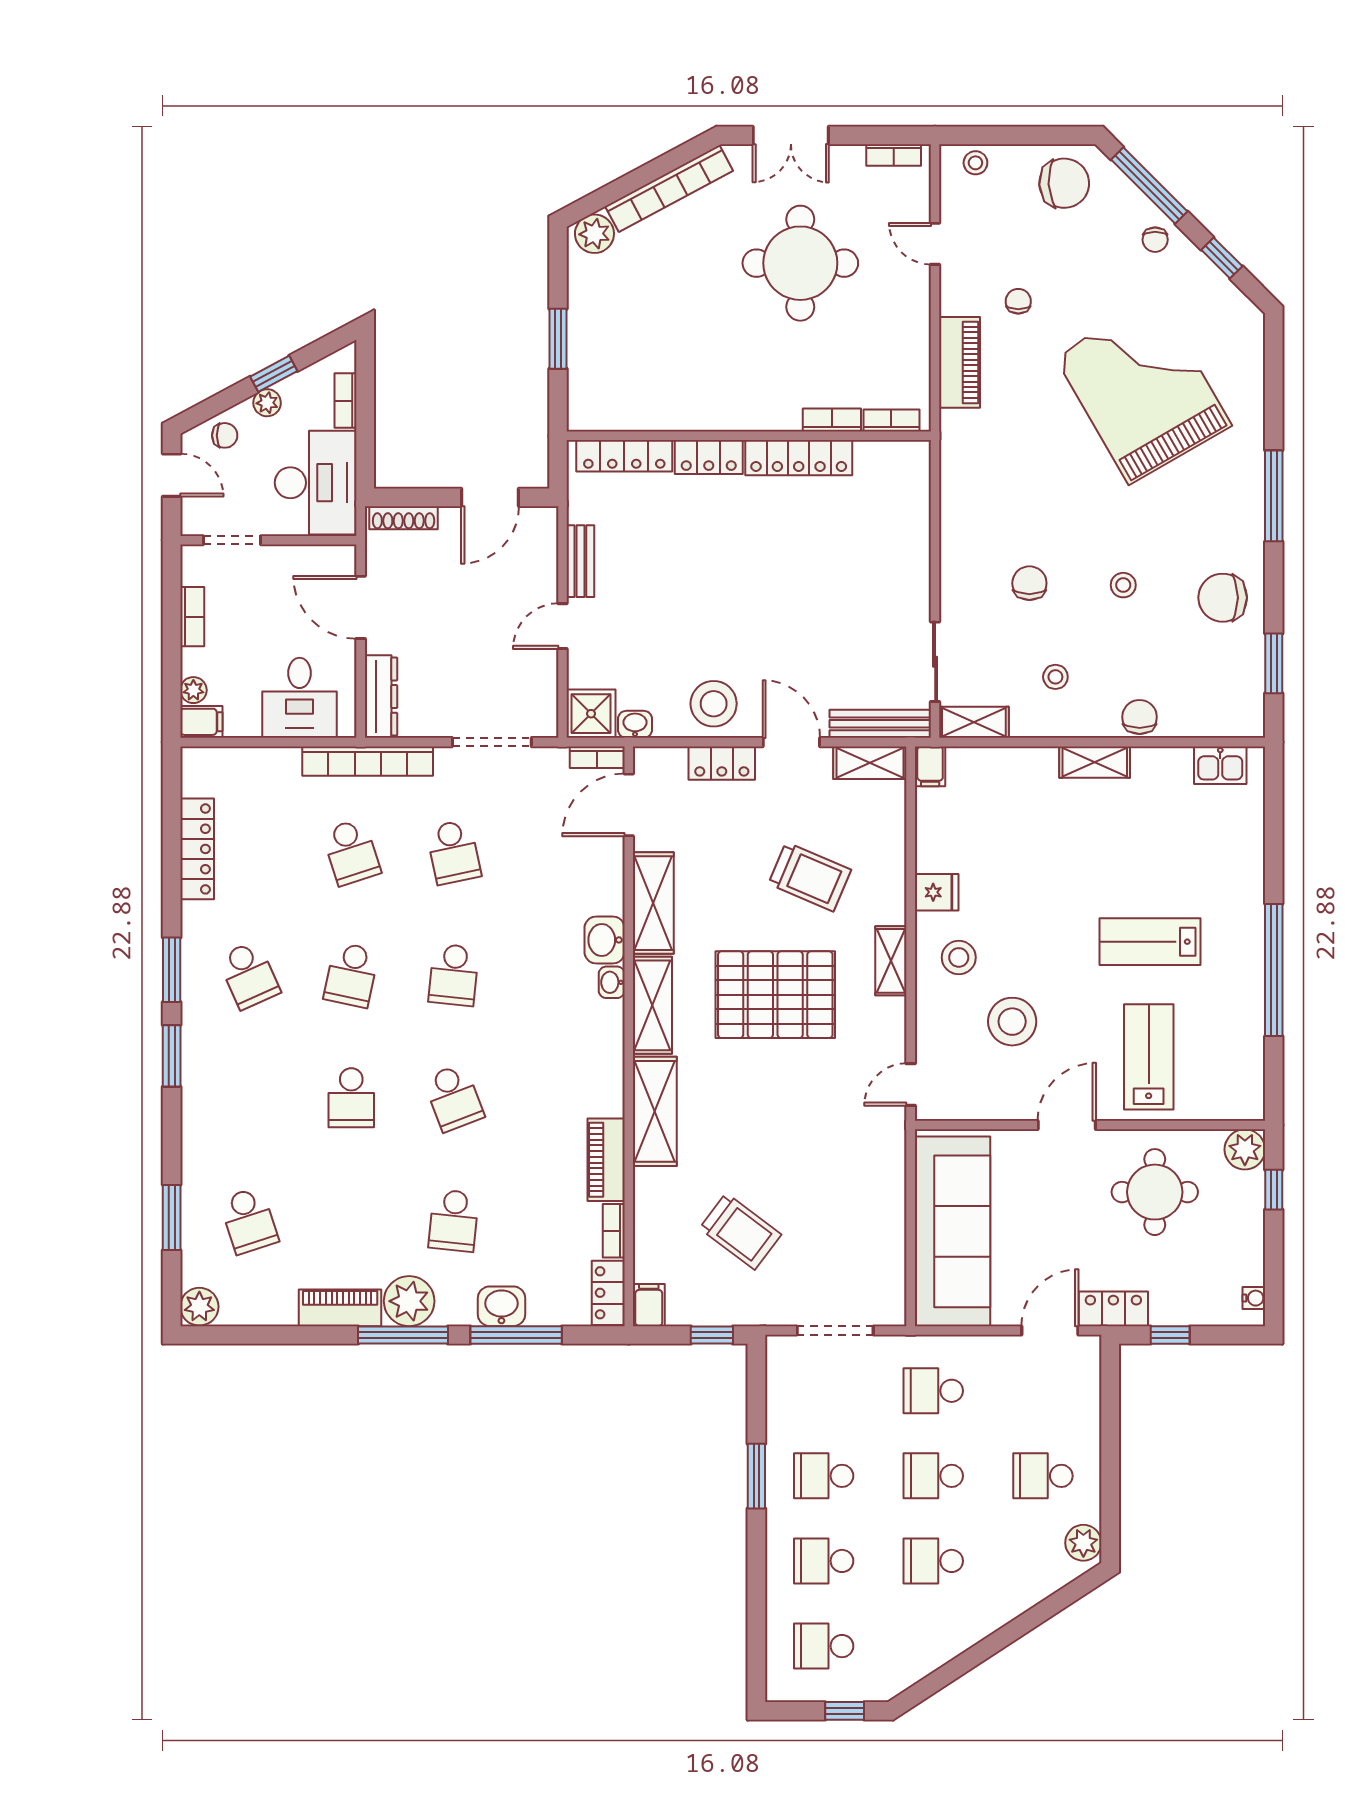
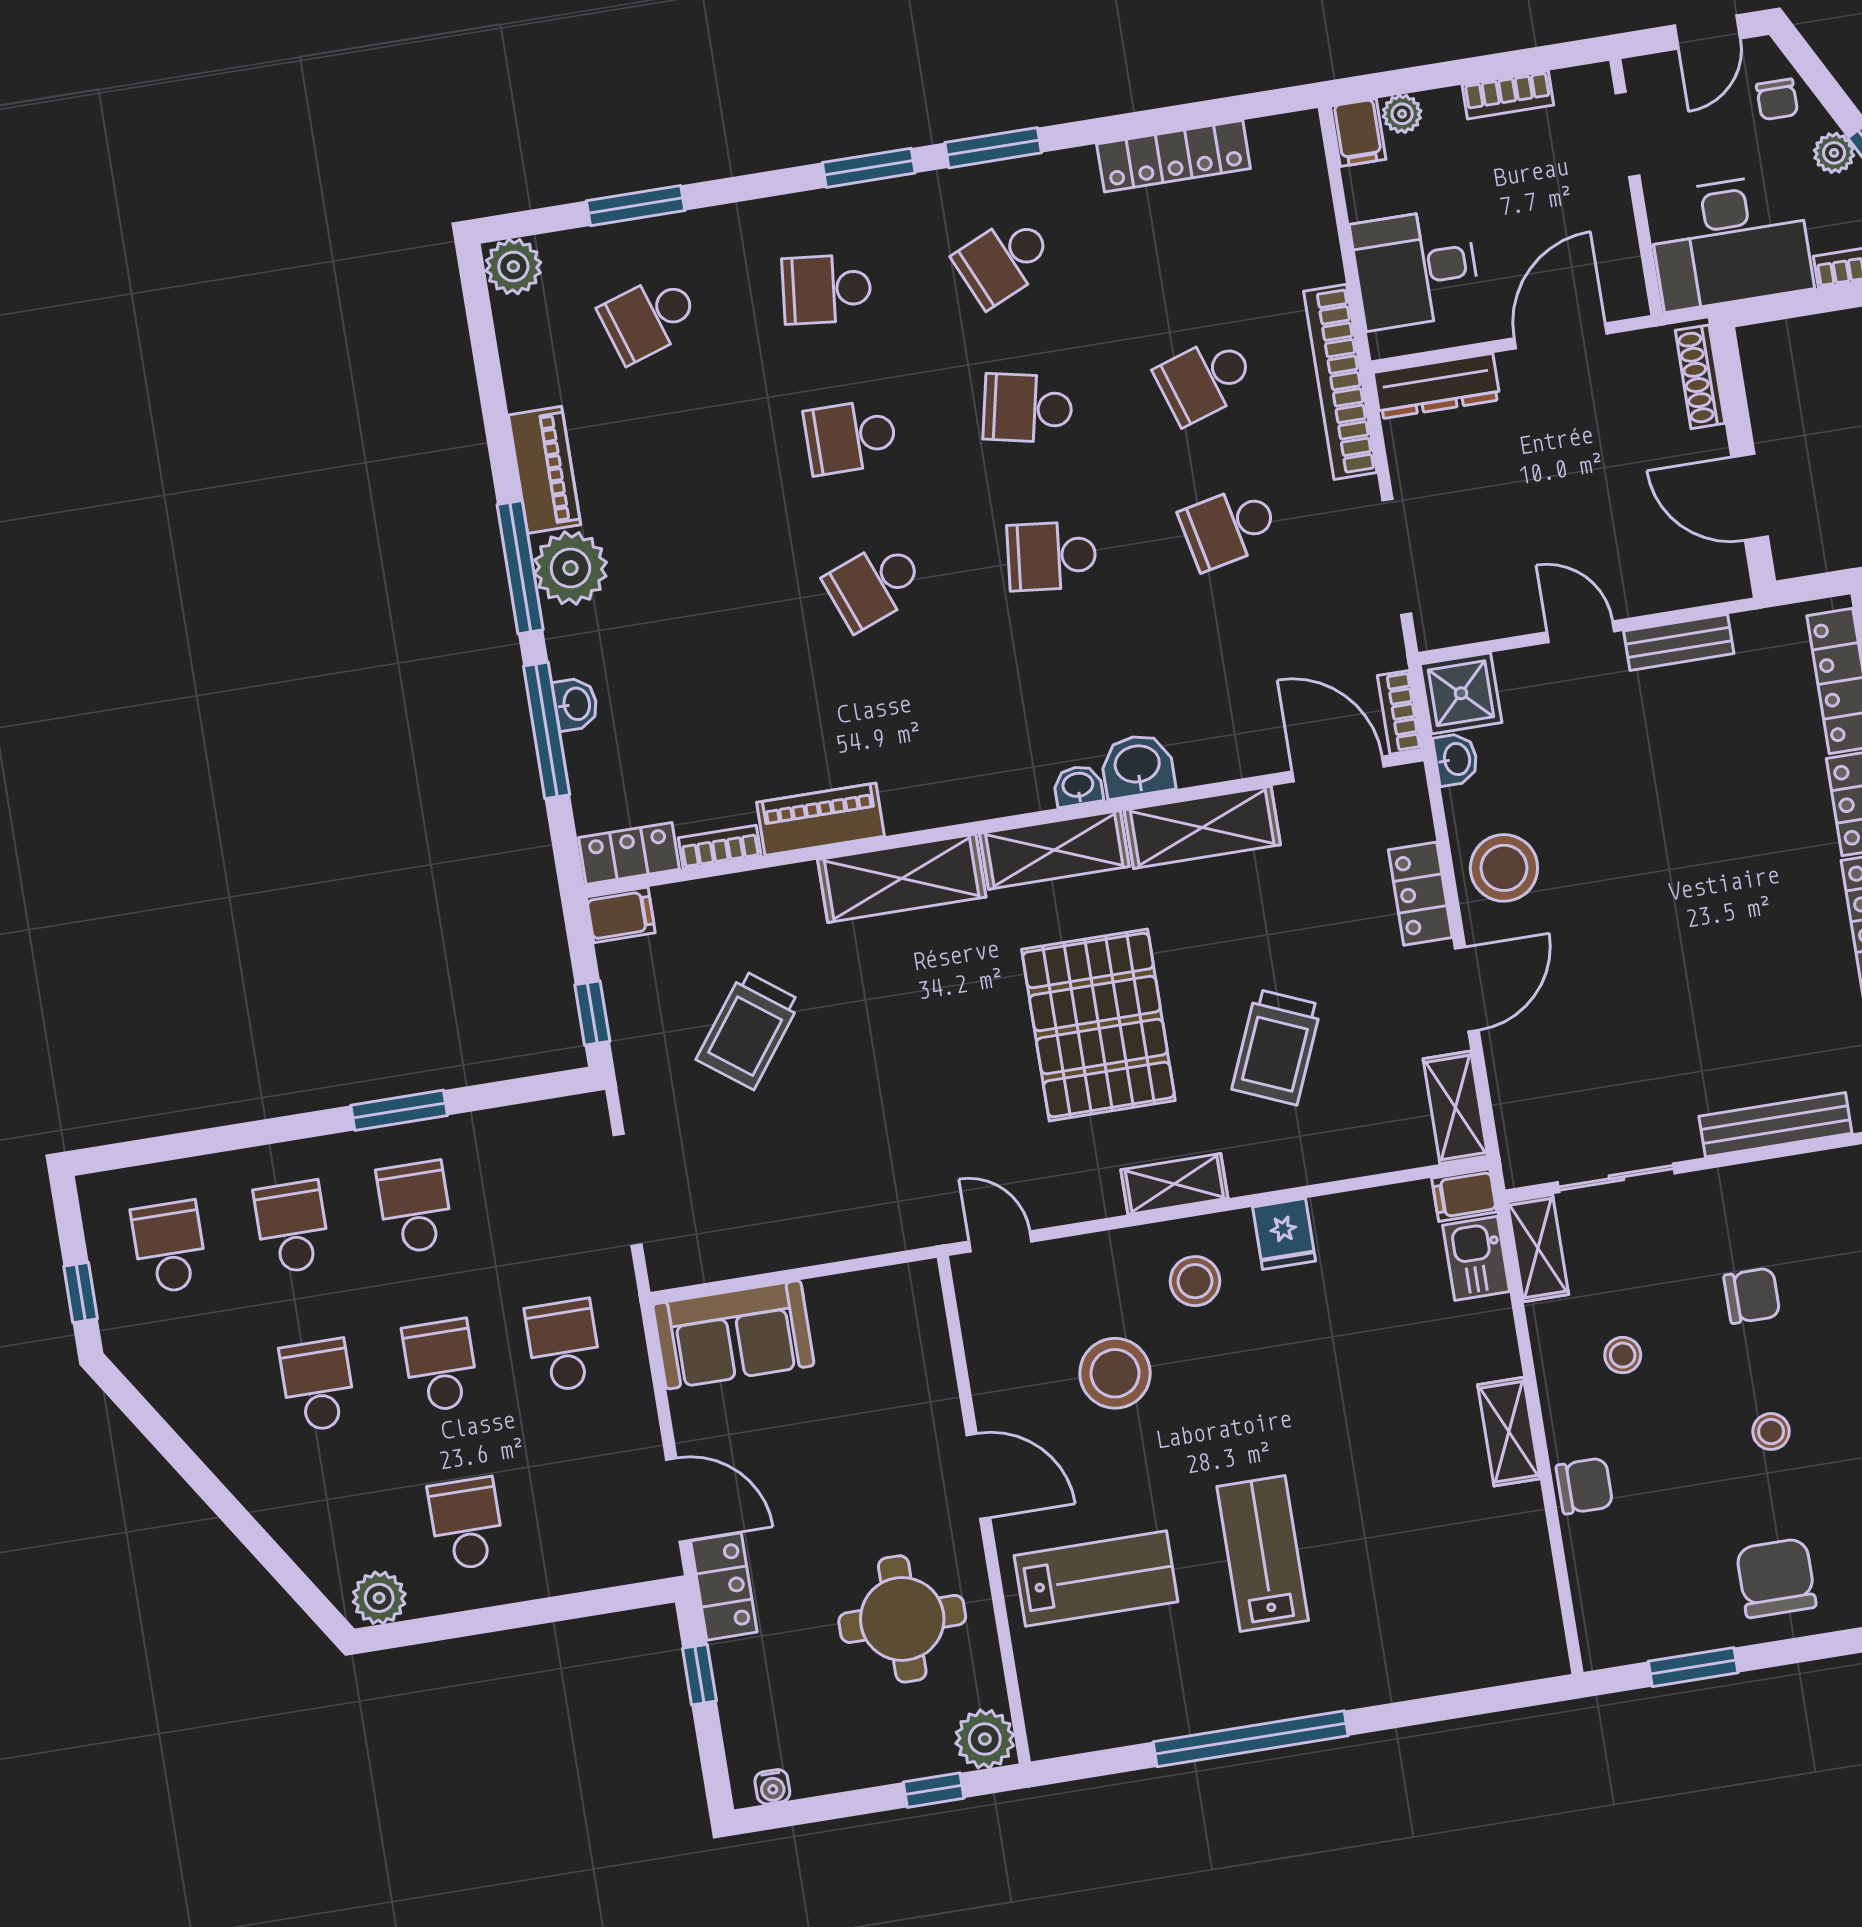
bench: (880, 724) -> (1775, 1125), moved, turned 90
kitchen sink: (1220, 765) -> (1476, 1258), moved
school desk: (454, 1220) -> (827, 289), moved
sofa: (953, 1231) -> (733, 1335), width x0.54, depth x0.79
washbasin: (501, 1306) -> (576, 704), width x0.72, depth x0.69

